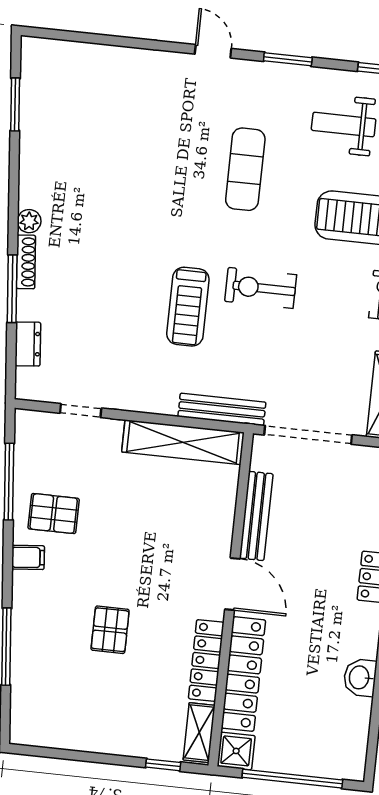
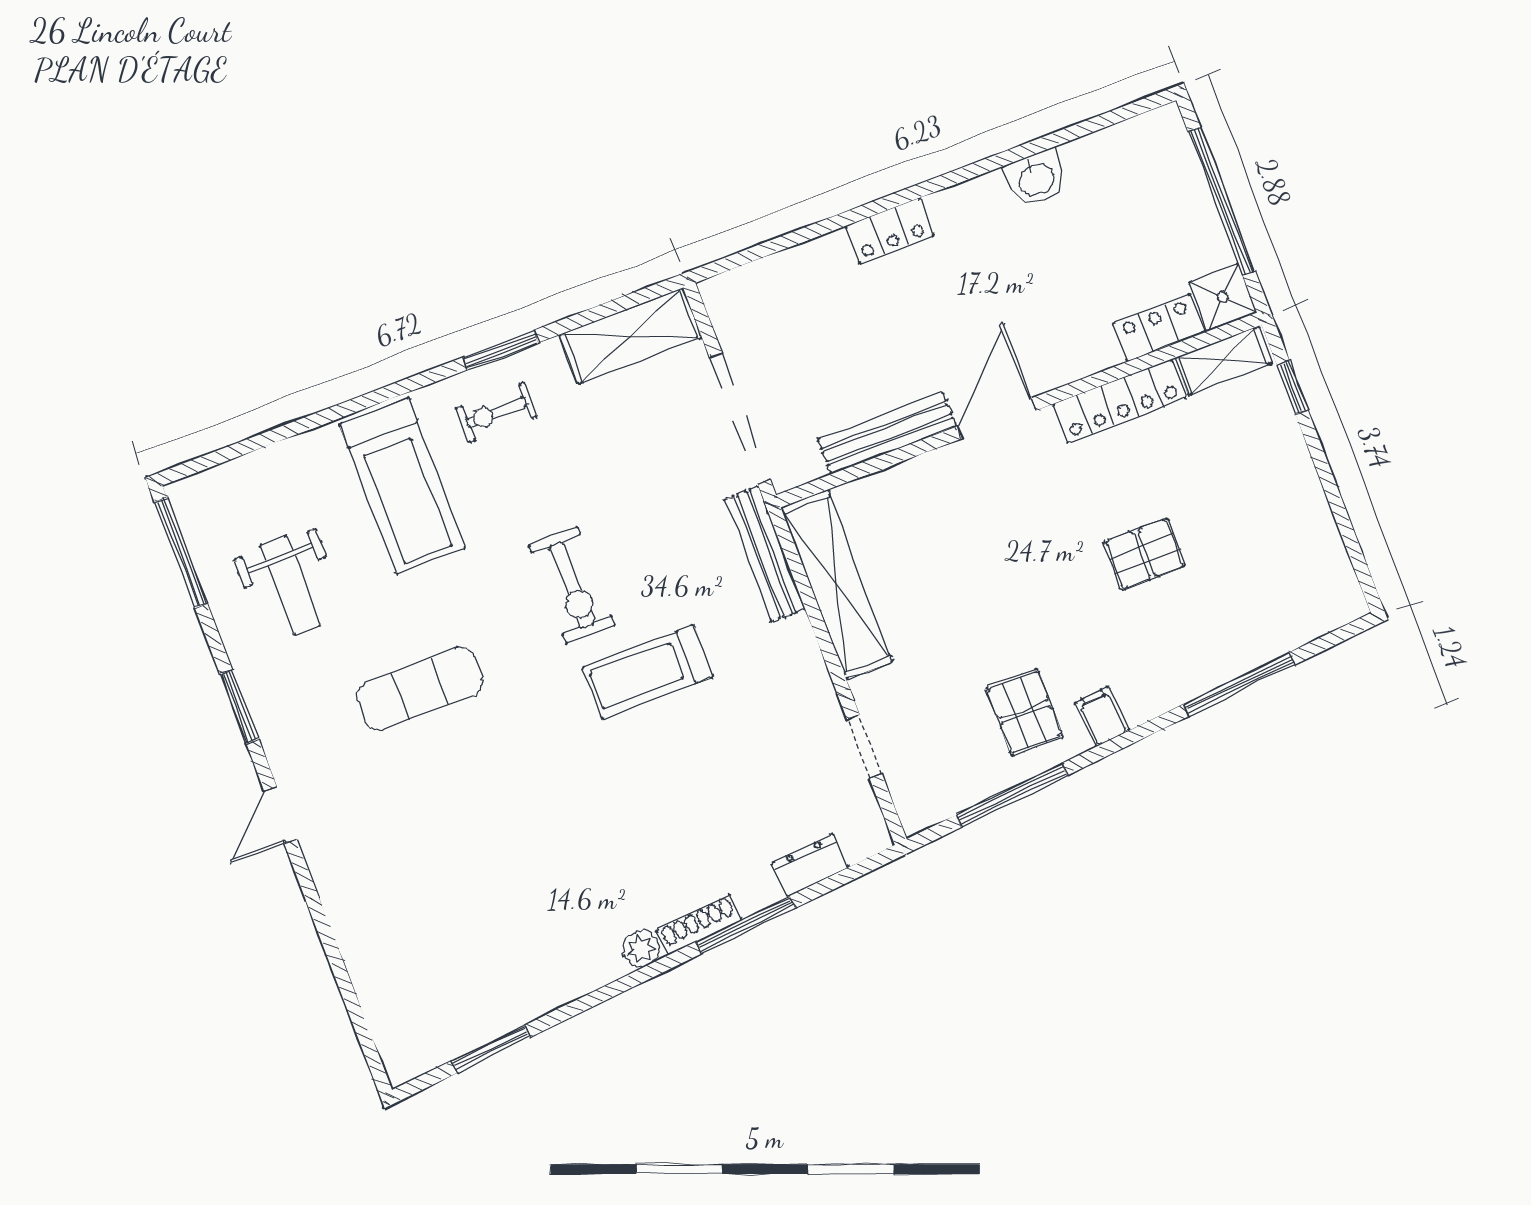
treadmill: (188, 307) -> (648, 672), turned 180
locker: (243, 674) -> (1158, 328), width x0.46, depth x0.83

